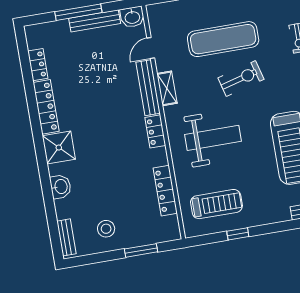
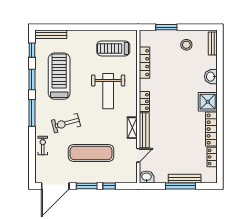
bench: (95, 21) -> (185, 179), moved
exercise bike: (241, 79) -> (66, 123), moved
weight bench: (213, 138) -> (108, 91), turned -90
window: (238, 234) -> (103, 27), removed

